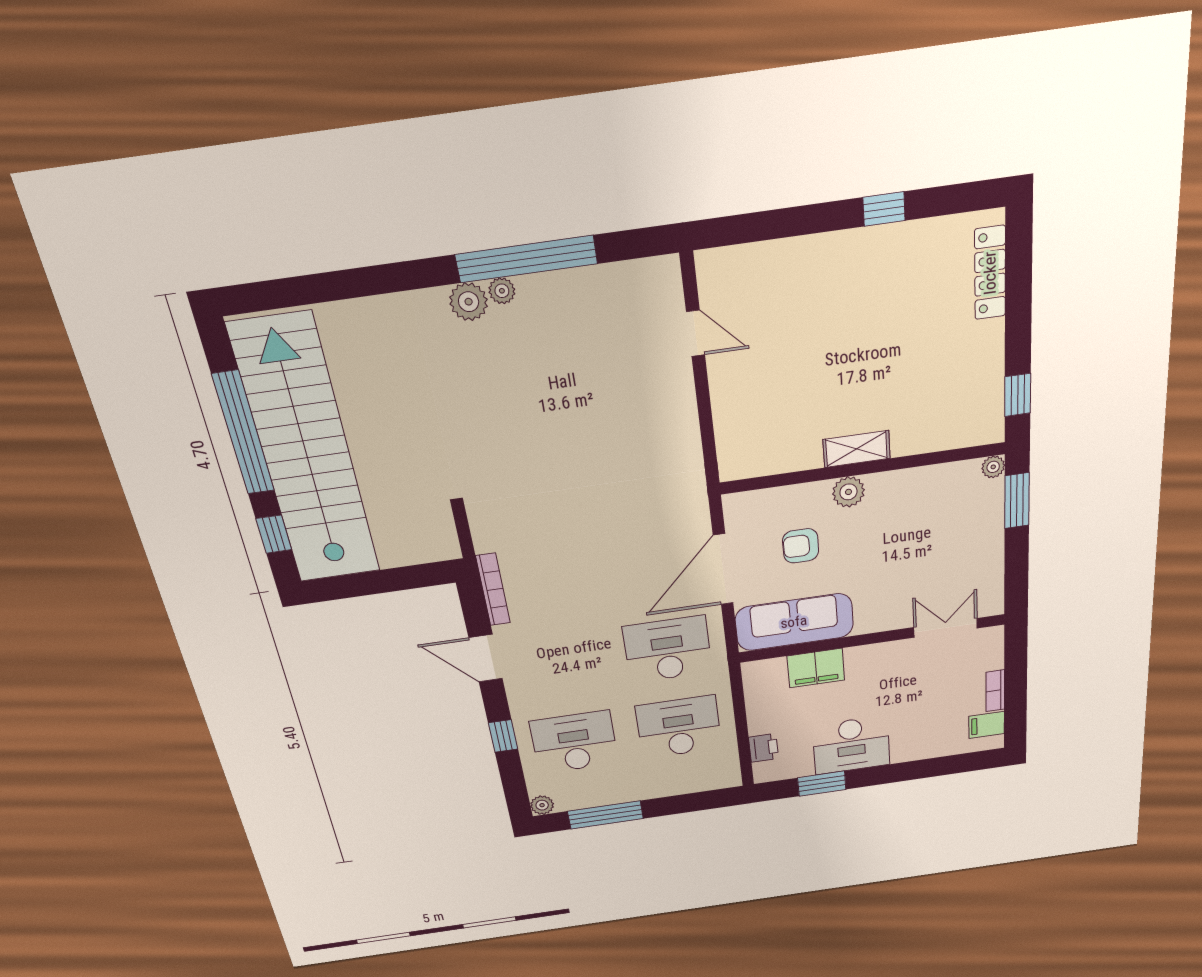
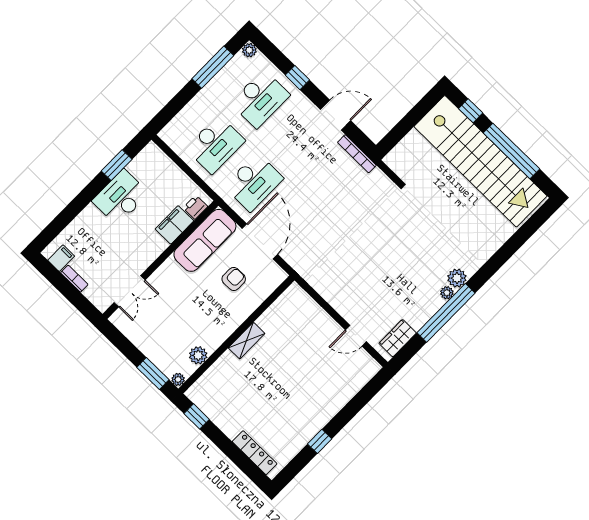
wardrobe: (635, 279) -> (398, 338), added
plant: (848, 492) -> (198, 355), moved
printer: (763, 748) -> (195, 207), moved, turned 90

